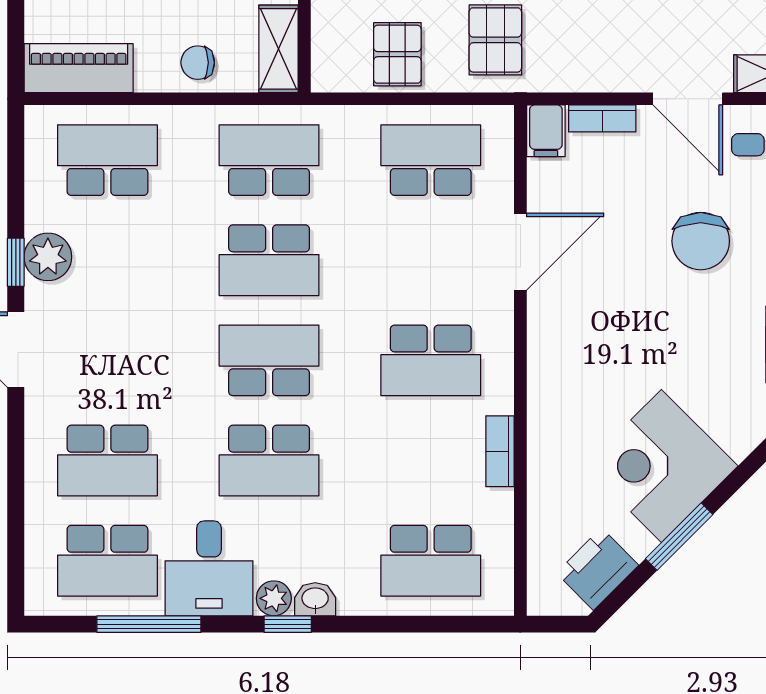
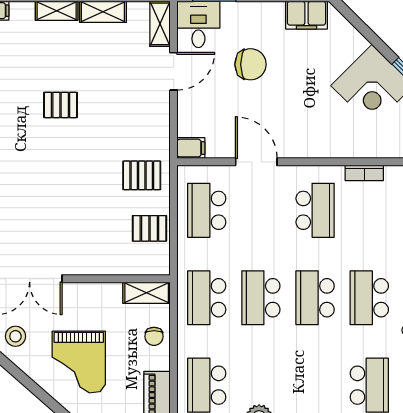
bookcase: (602, 118) -> (184, 118), removed
school desk: (269, 260) -> (261, 298), turned 180
school desk: (269, 461) -> (369, 298), turned 180

